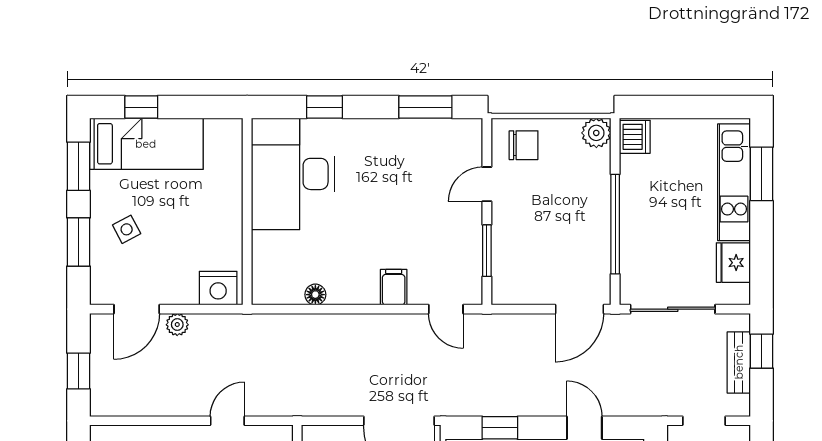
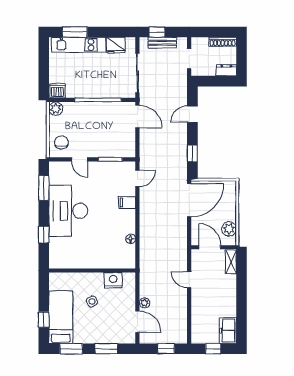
desk: (293, 174) -> (68, 211), moved, turned 90
side table: (127, 229) -> (92, 301), moved
nightstand: (218, 288) -> (113, 280), moved, turned -90

